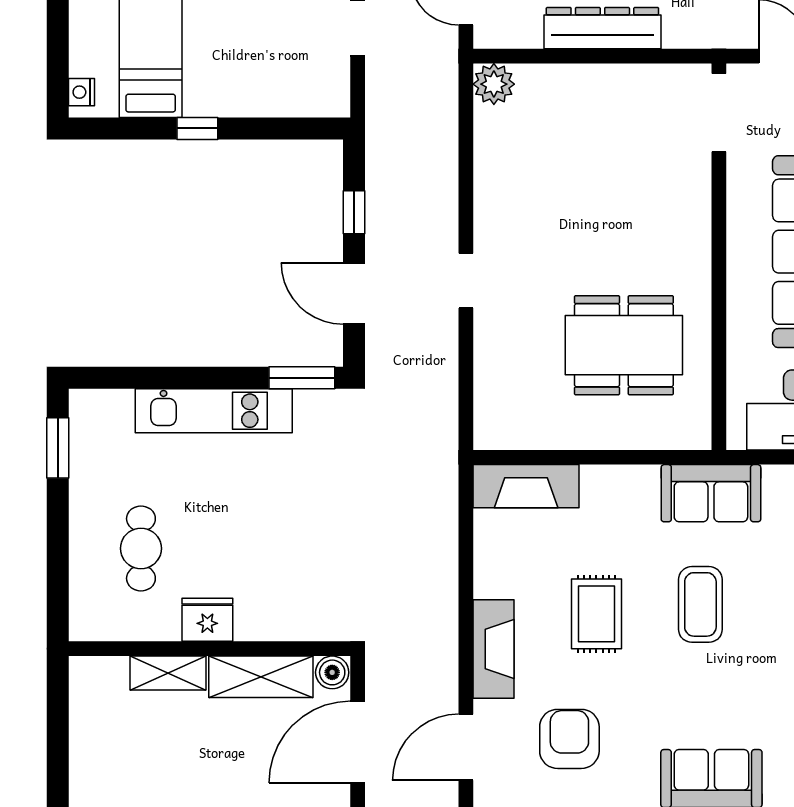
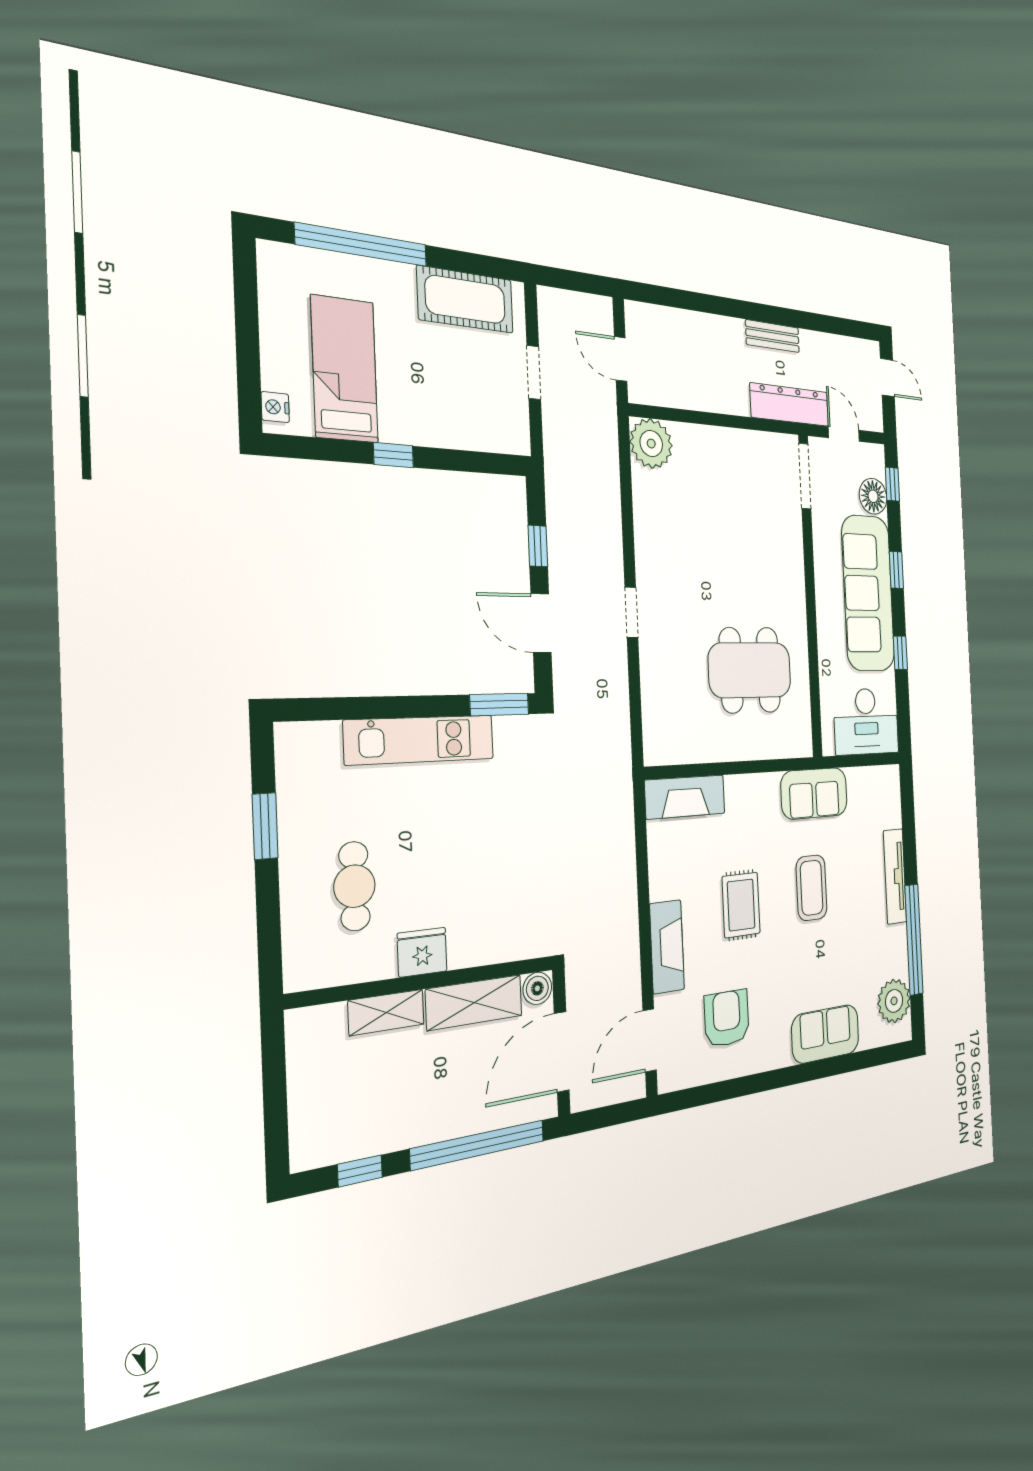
dresser: (602, 28) -> (790, 405), moved
plant: (494, 84) -> (651, 444), width x1.36, depth x1.36
window: (58, 448) -> (265, 826), moved

